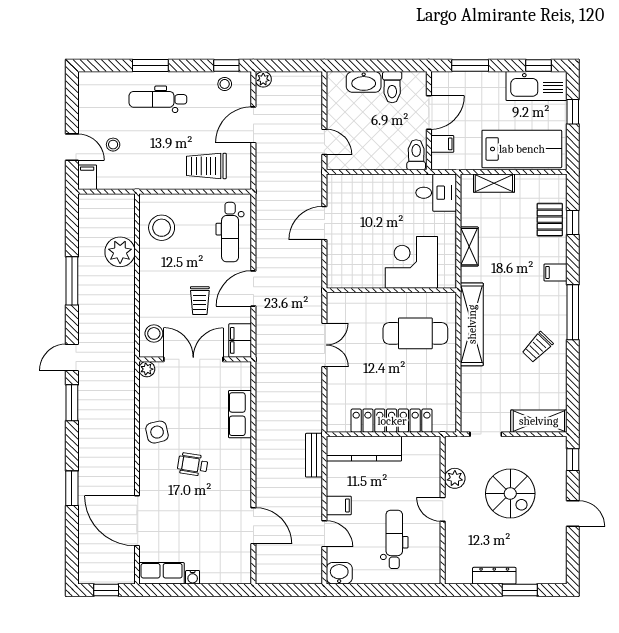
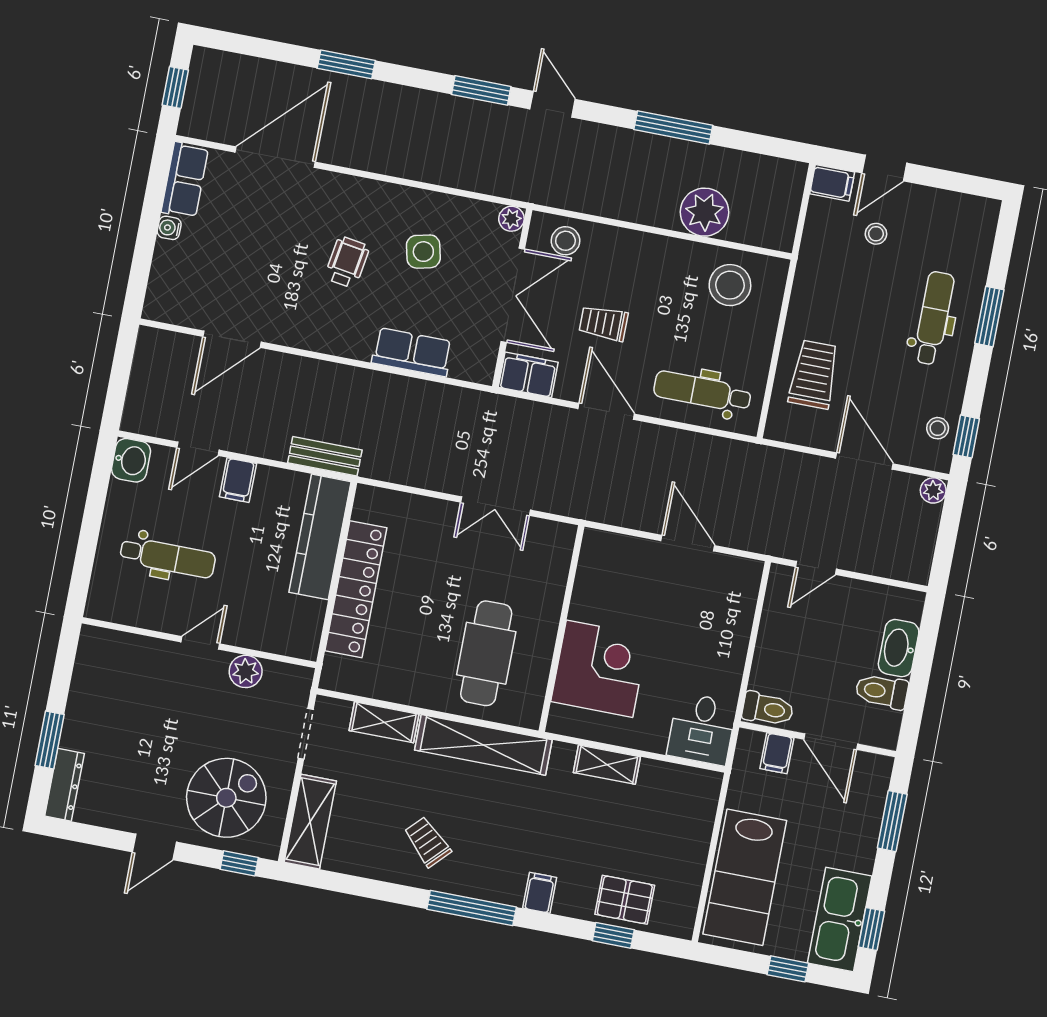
shelving: (494, 183) -> (384, 722), moved, turned 90
side table: (157, 432) -> (423, 252), moved
spiral stairs: (510, 493) -> (226, 798), moved, turned 180
dresser: (494, 576) -> (64, 785), moved

